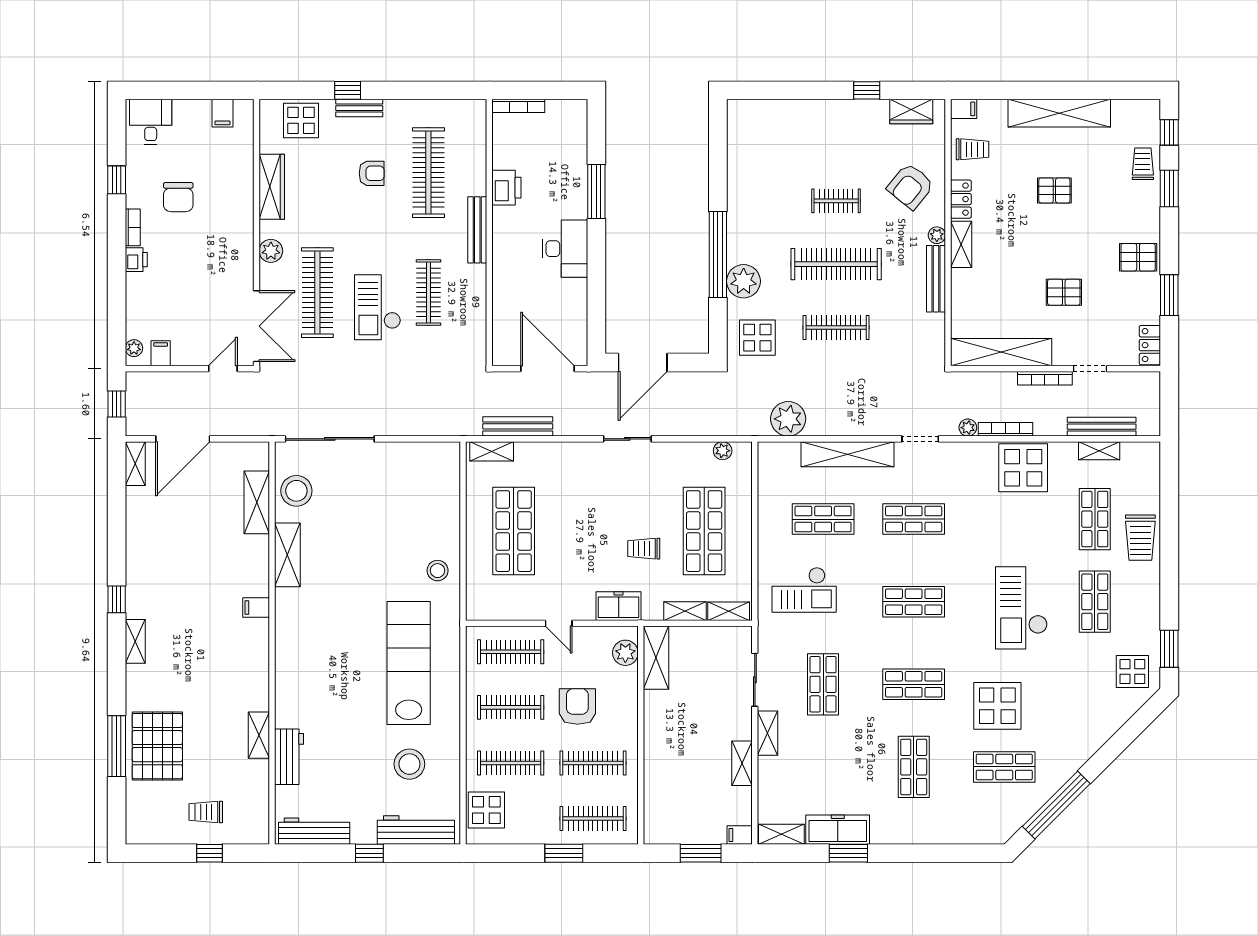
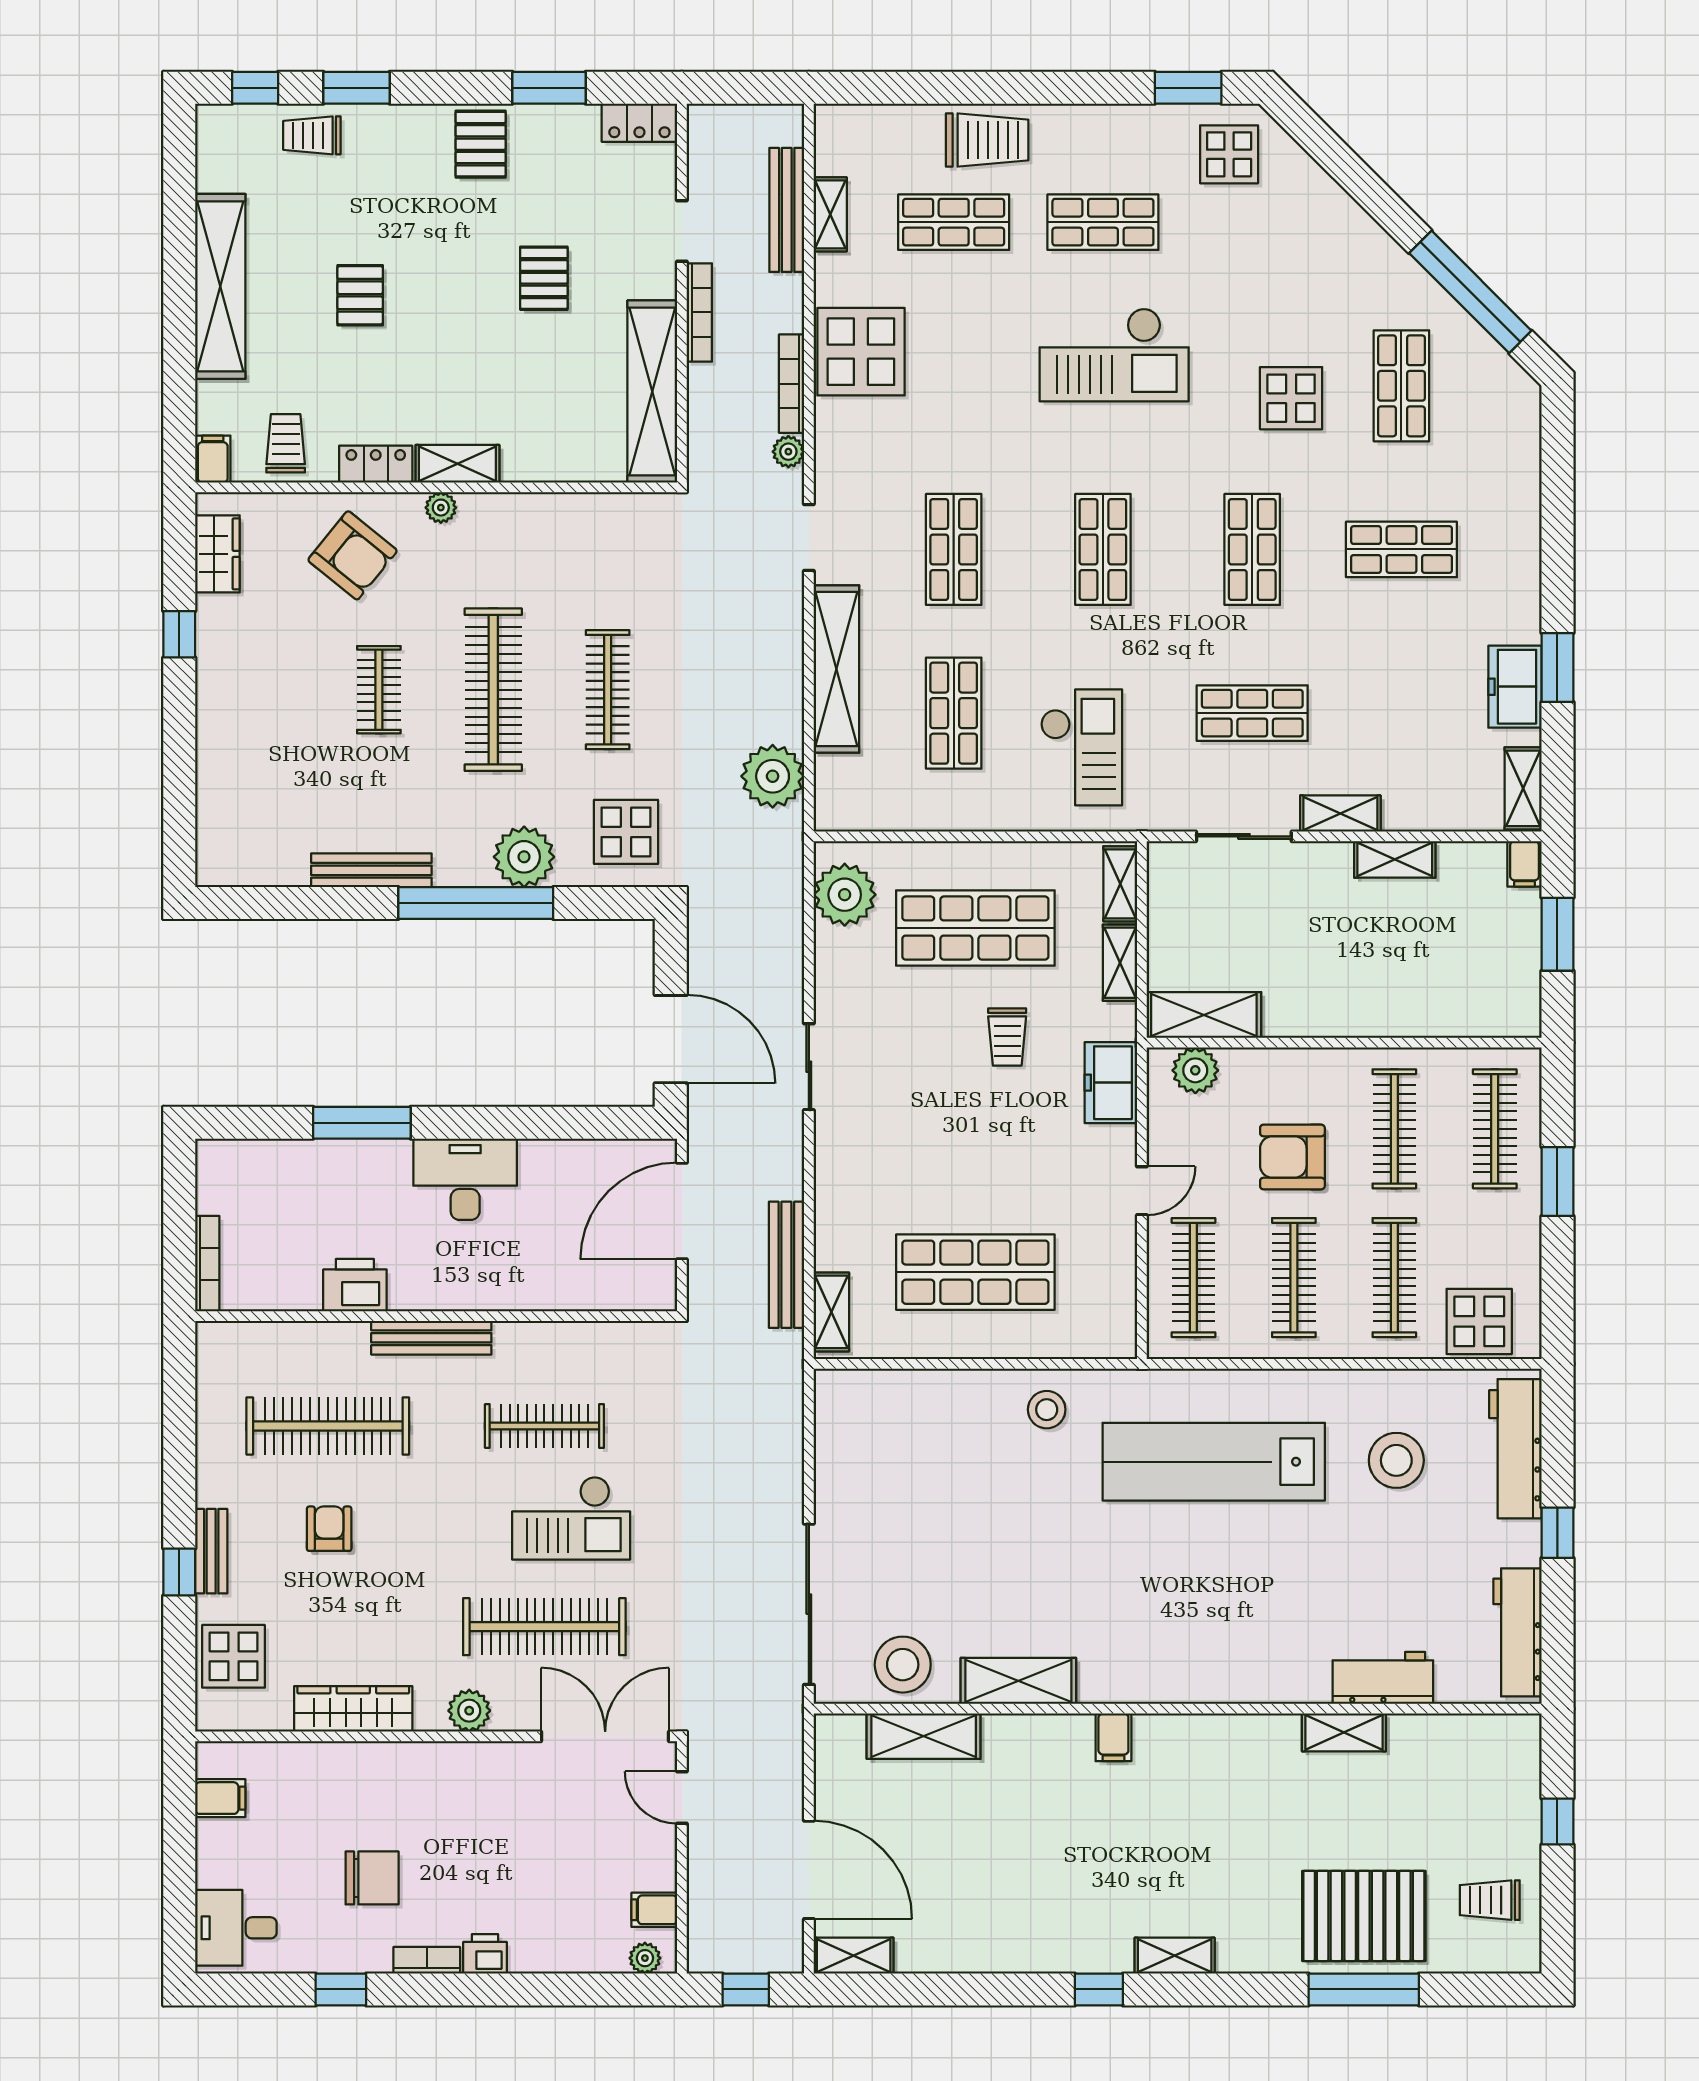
bench: (936, 279) -> (371, 870), moved
plant: (723, 451) -> (845, 895), width x1.88, depth x1.88
display table: (997, 706) -> (1291, 398), width x0.73, depth x0.73
trolley: (206, 812) -> (1490, 1900), moved, turned 90
freezer: (838, 830) -> (1515, 687), width x0.71

